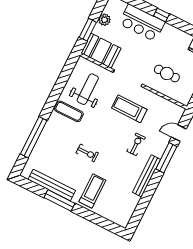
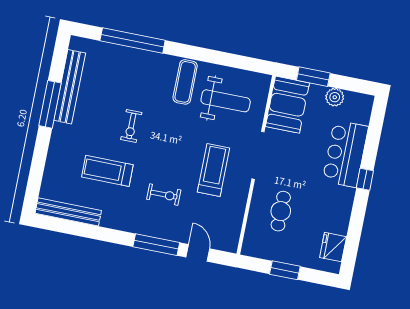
bench: (146, 176) -> (68, 212), moved
treadmill: (92, 191) -> (107, 171), moved, turned 180

